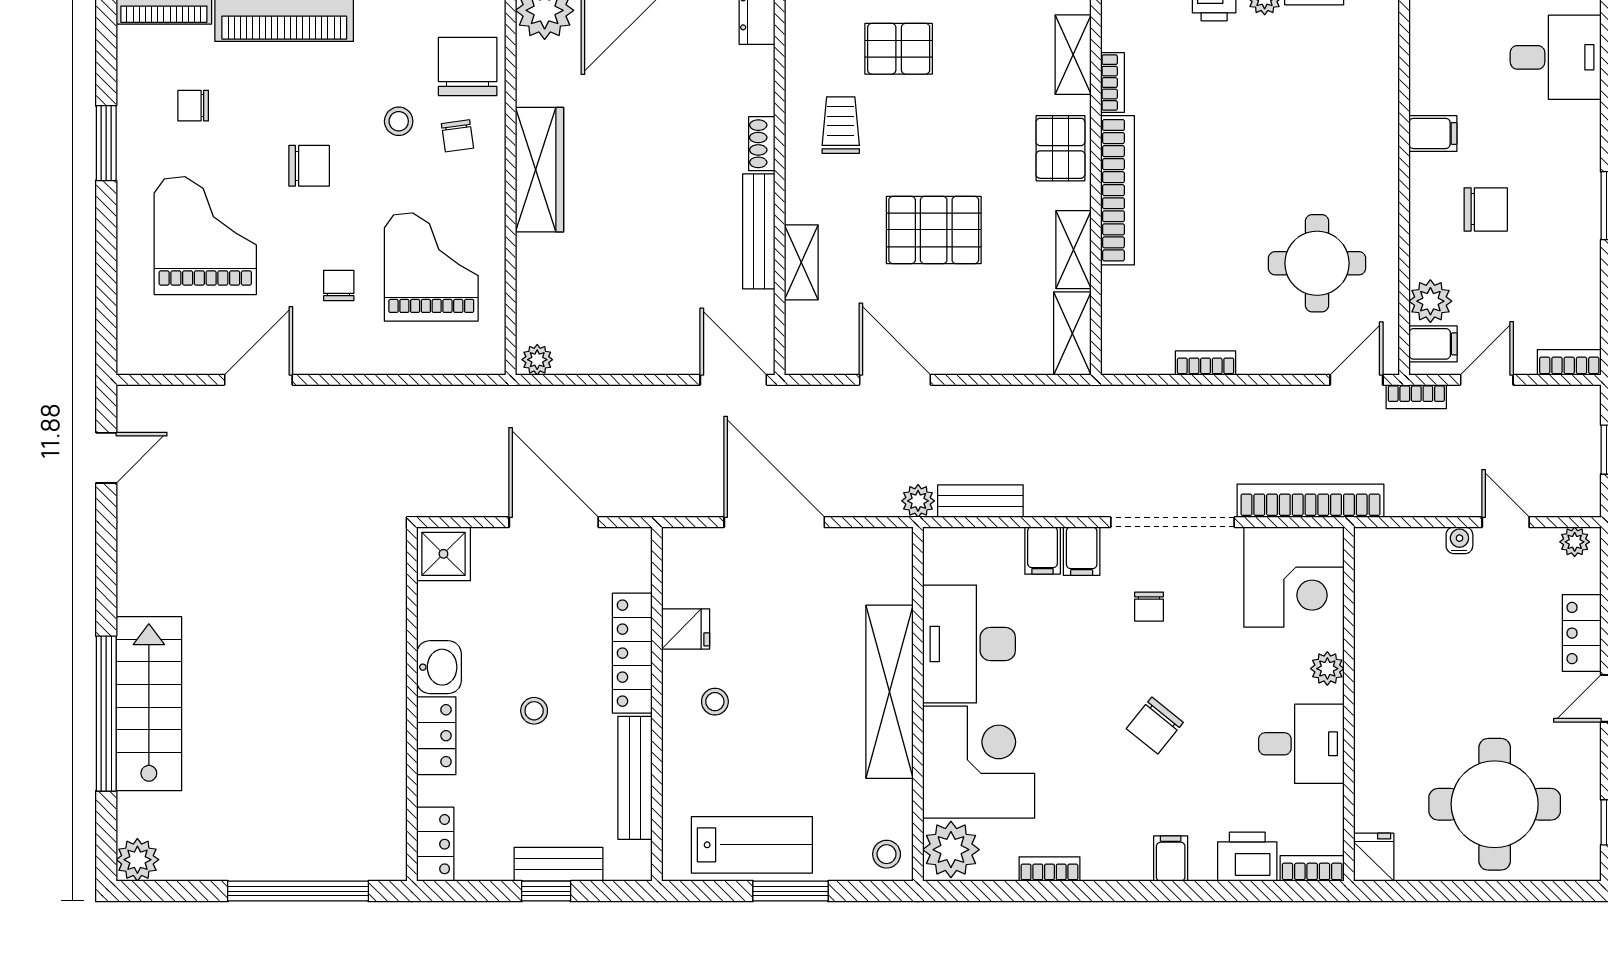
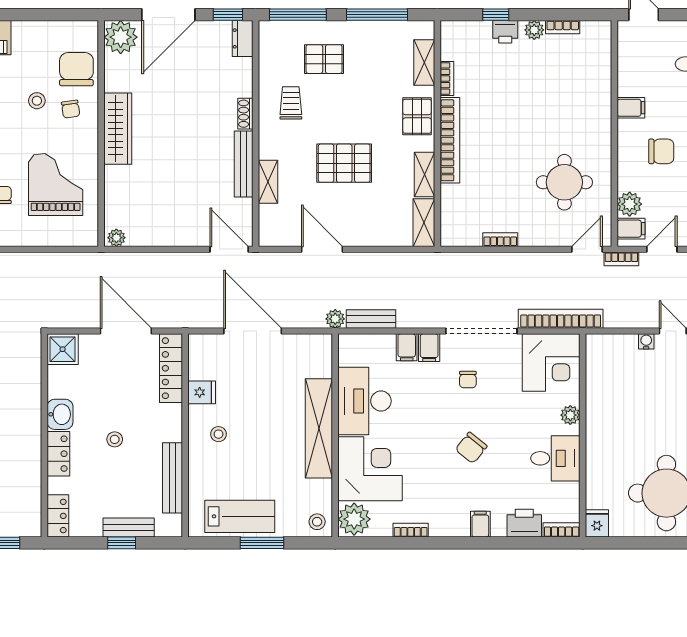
locker: (632, 653) -> (171, 368), moved

